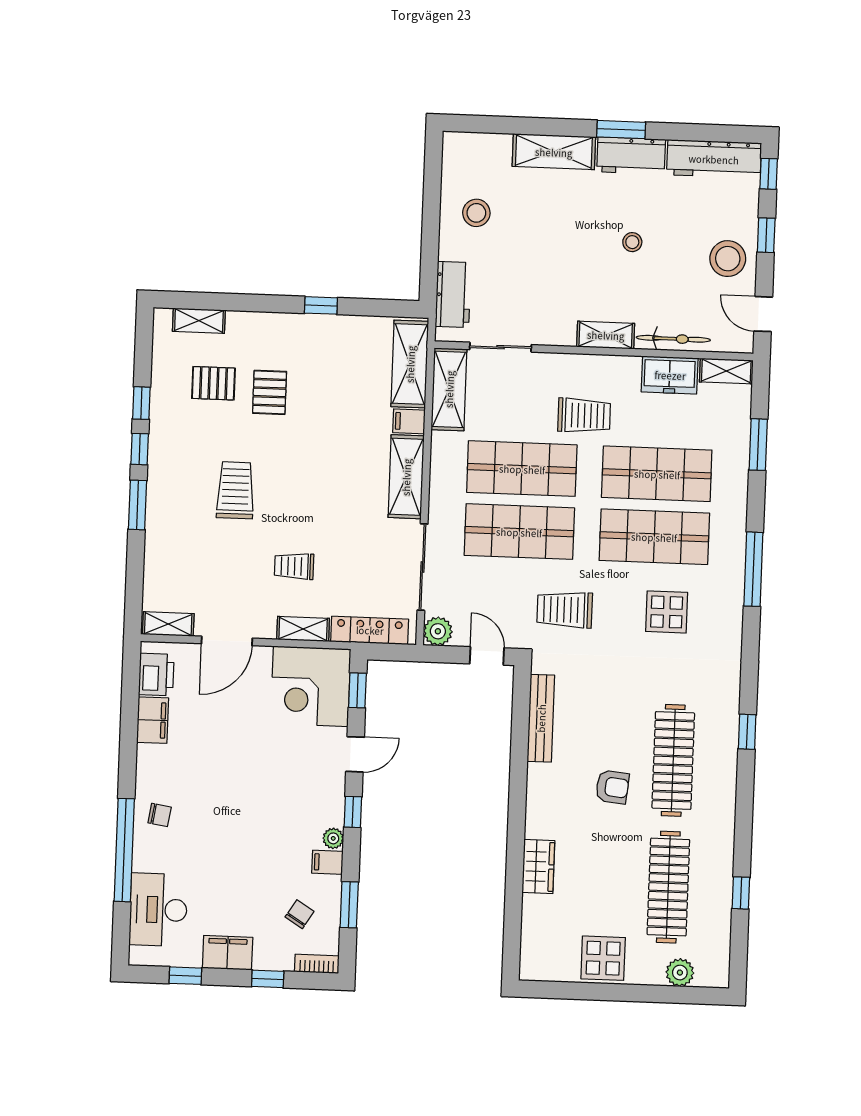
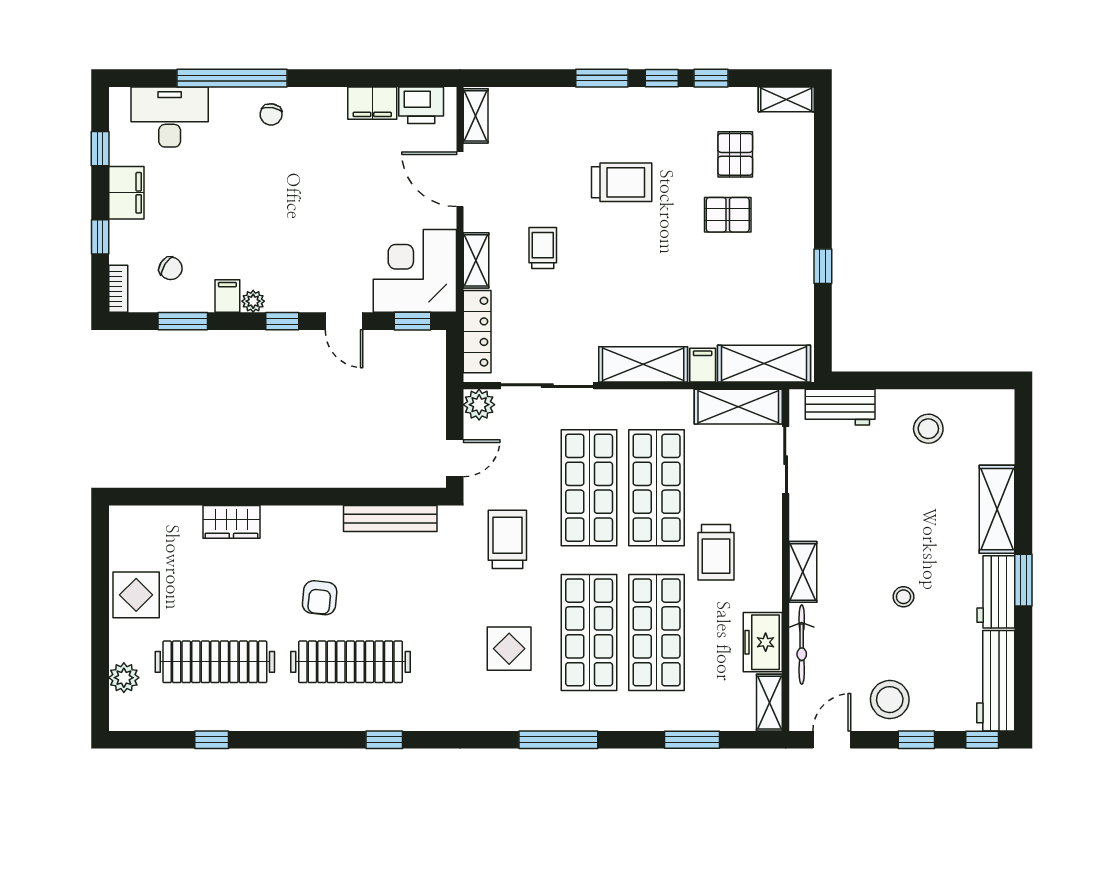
shelving: (199, 321) -> (786, 99), moved, turned 90

